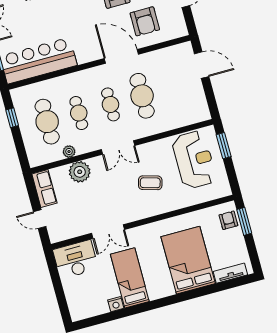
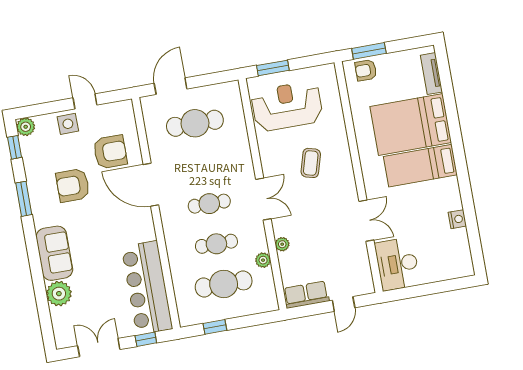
door: (121, 56) -> (151, 185), hinge flipped
cafe table: (142, 96) -> (195, 123), moved
plant: (80, 172) -> (282, 244), width x0.53, depth x0.53
bed: (130, 278) -> (420, 166), moved

